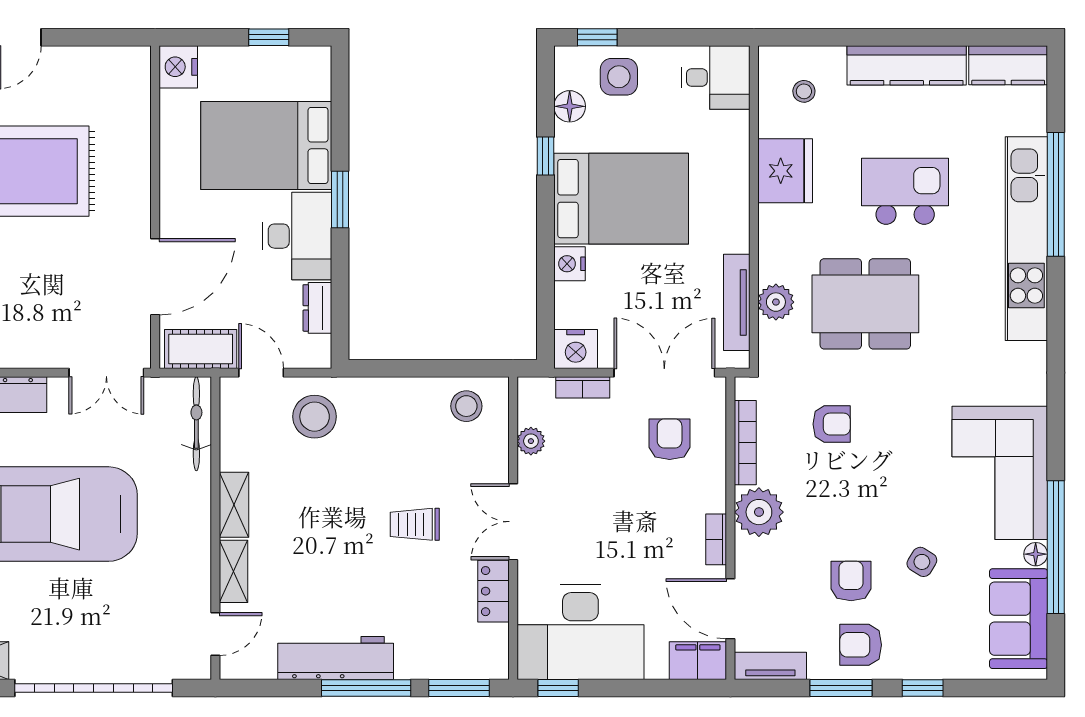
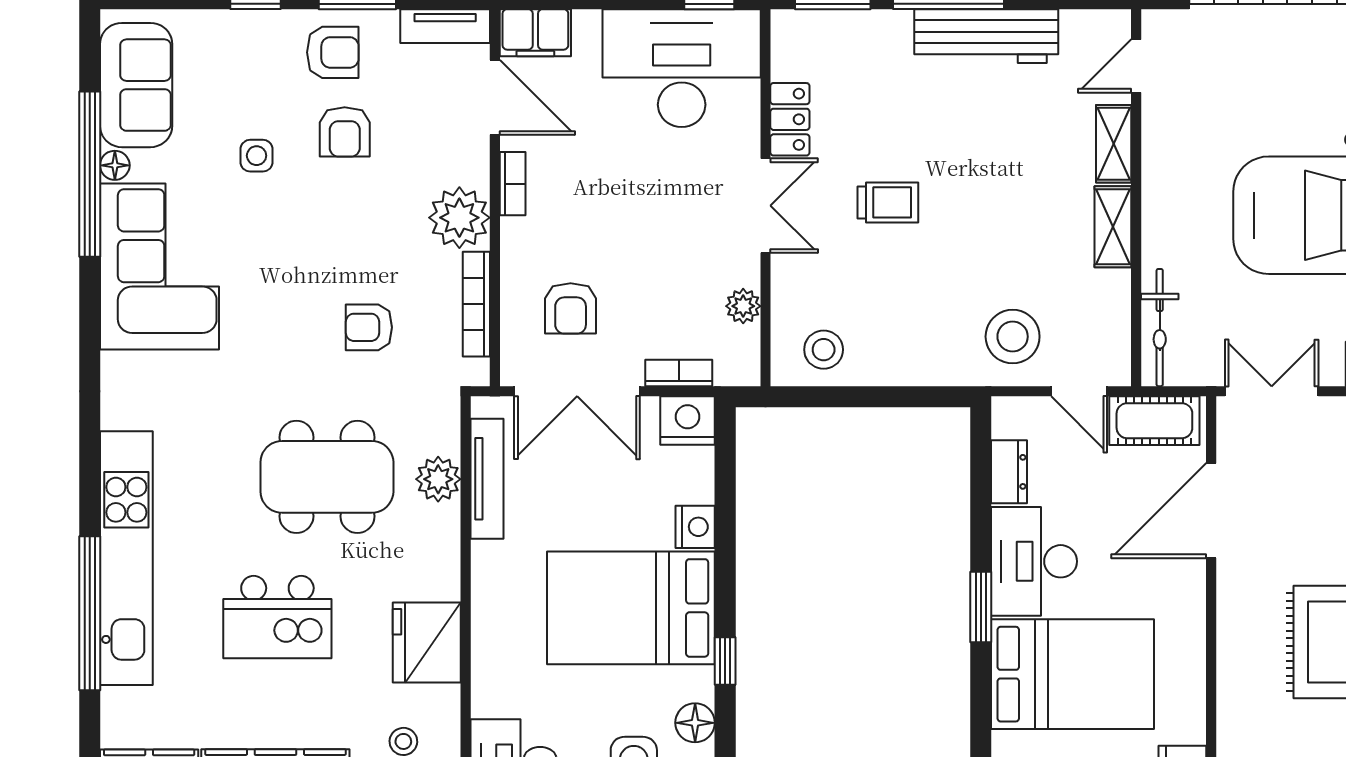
side table: (922, 562) -> (257, 156), turned -32

